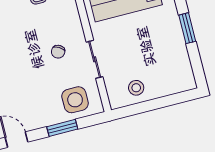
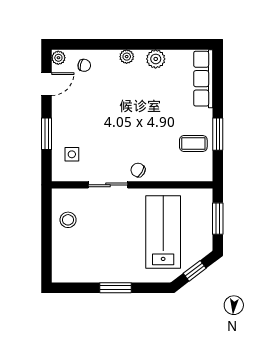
chair: (58, 52) -> (138, 170), moved
side table: (75, 100) -> (72, 154), width x0.54, depth x0.54

